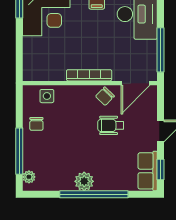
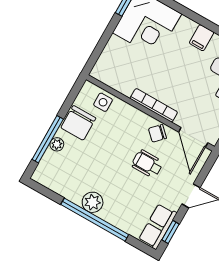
door: (136, 83) -> (193, 137), hinge flipped
chair: (36, 124) -> (78, 123), width x1.87, depth x1.87
plant: (29, 177) -> (57, 144), moved

